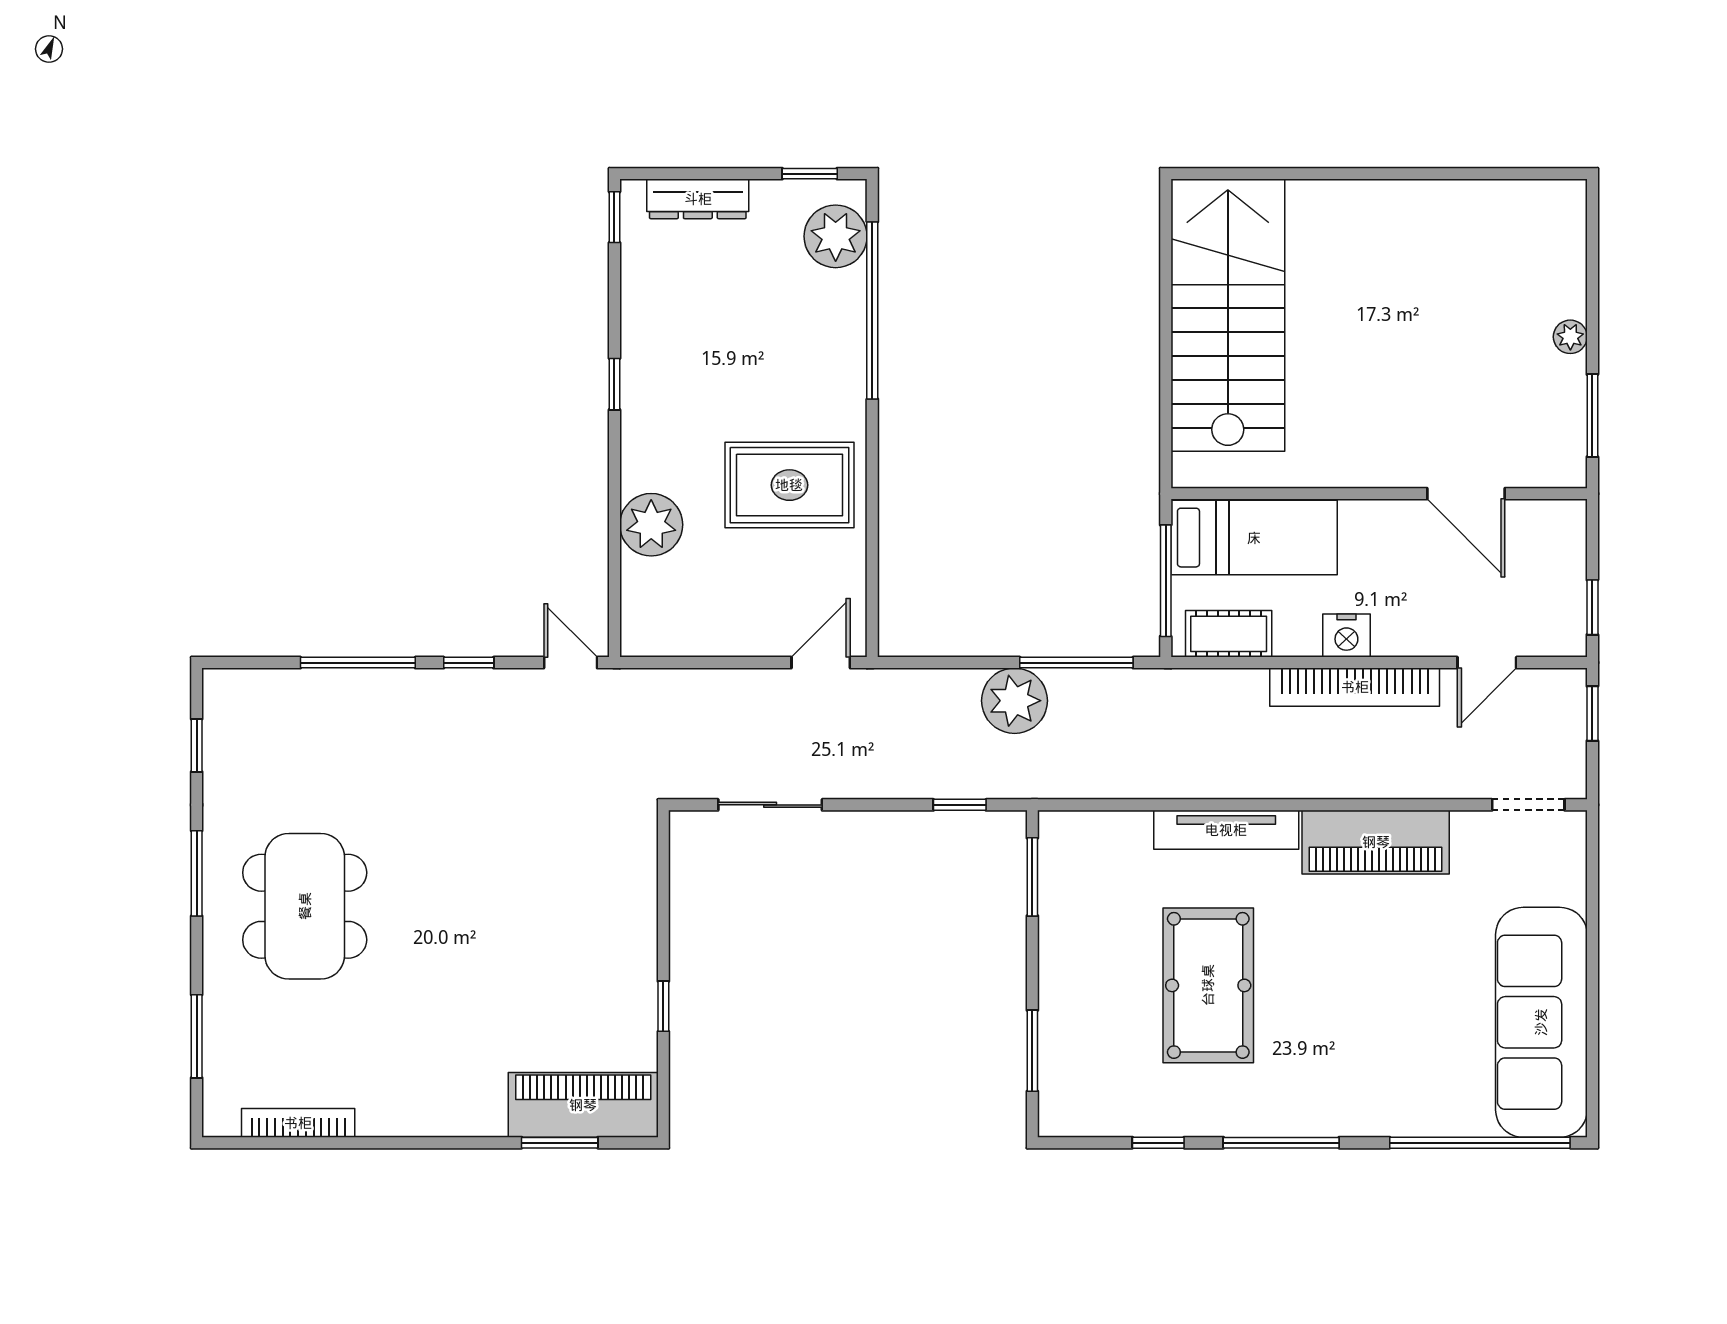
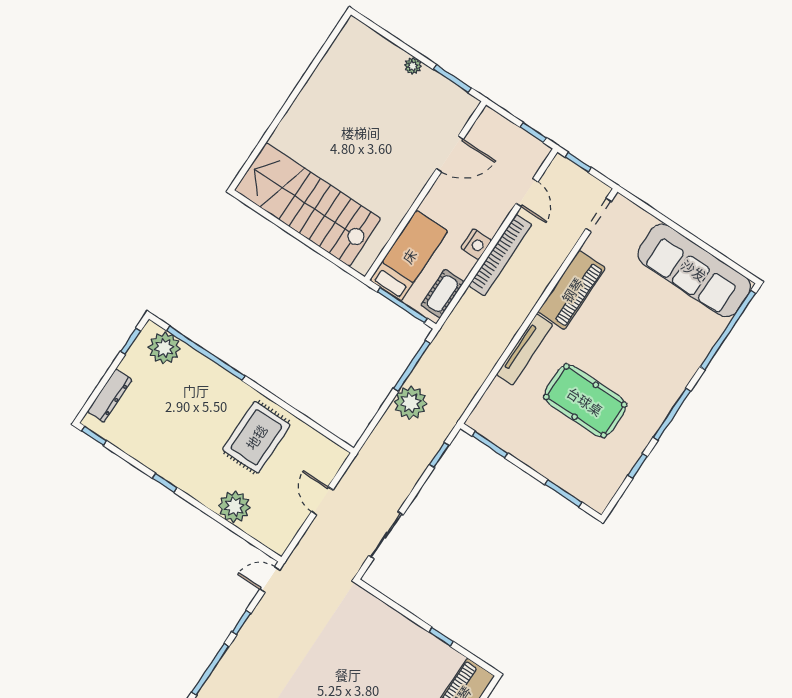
door: (821, 663) -> (322, 501), moved

